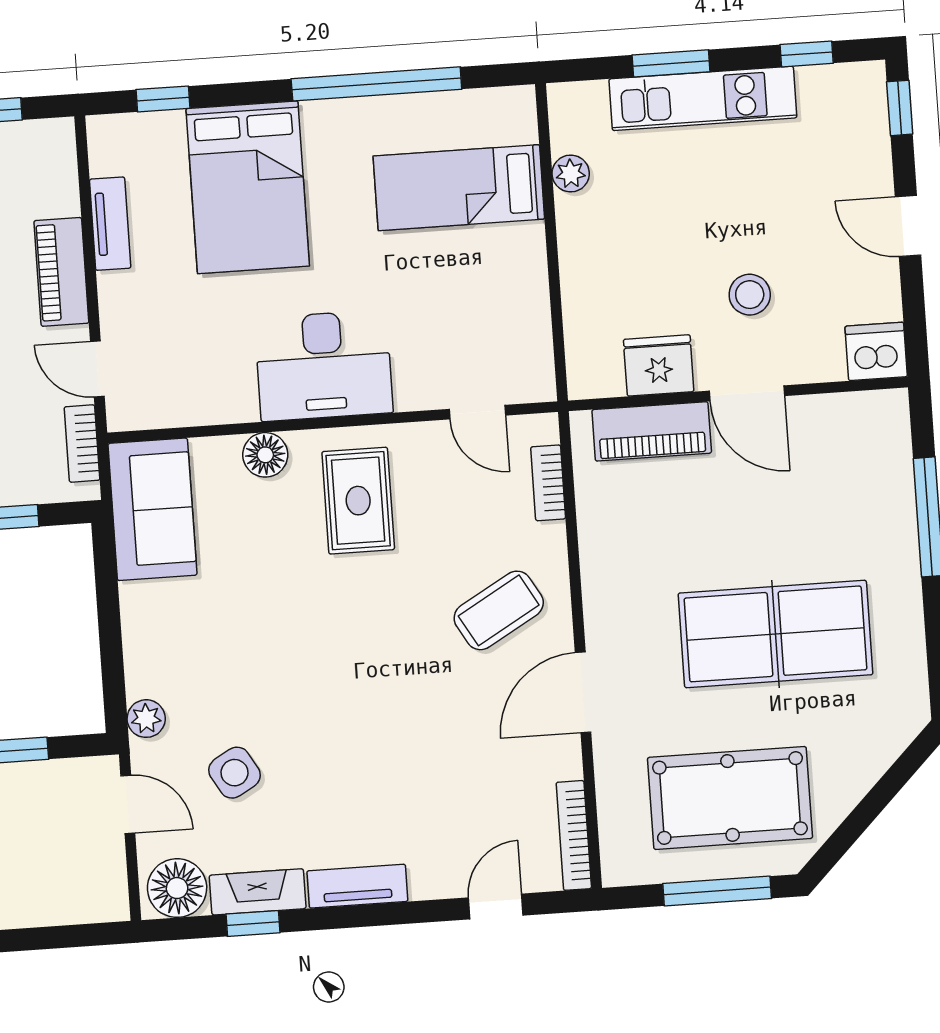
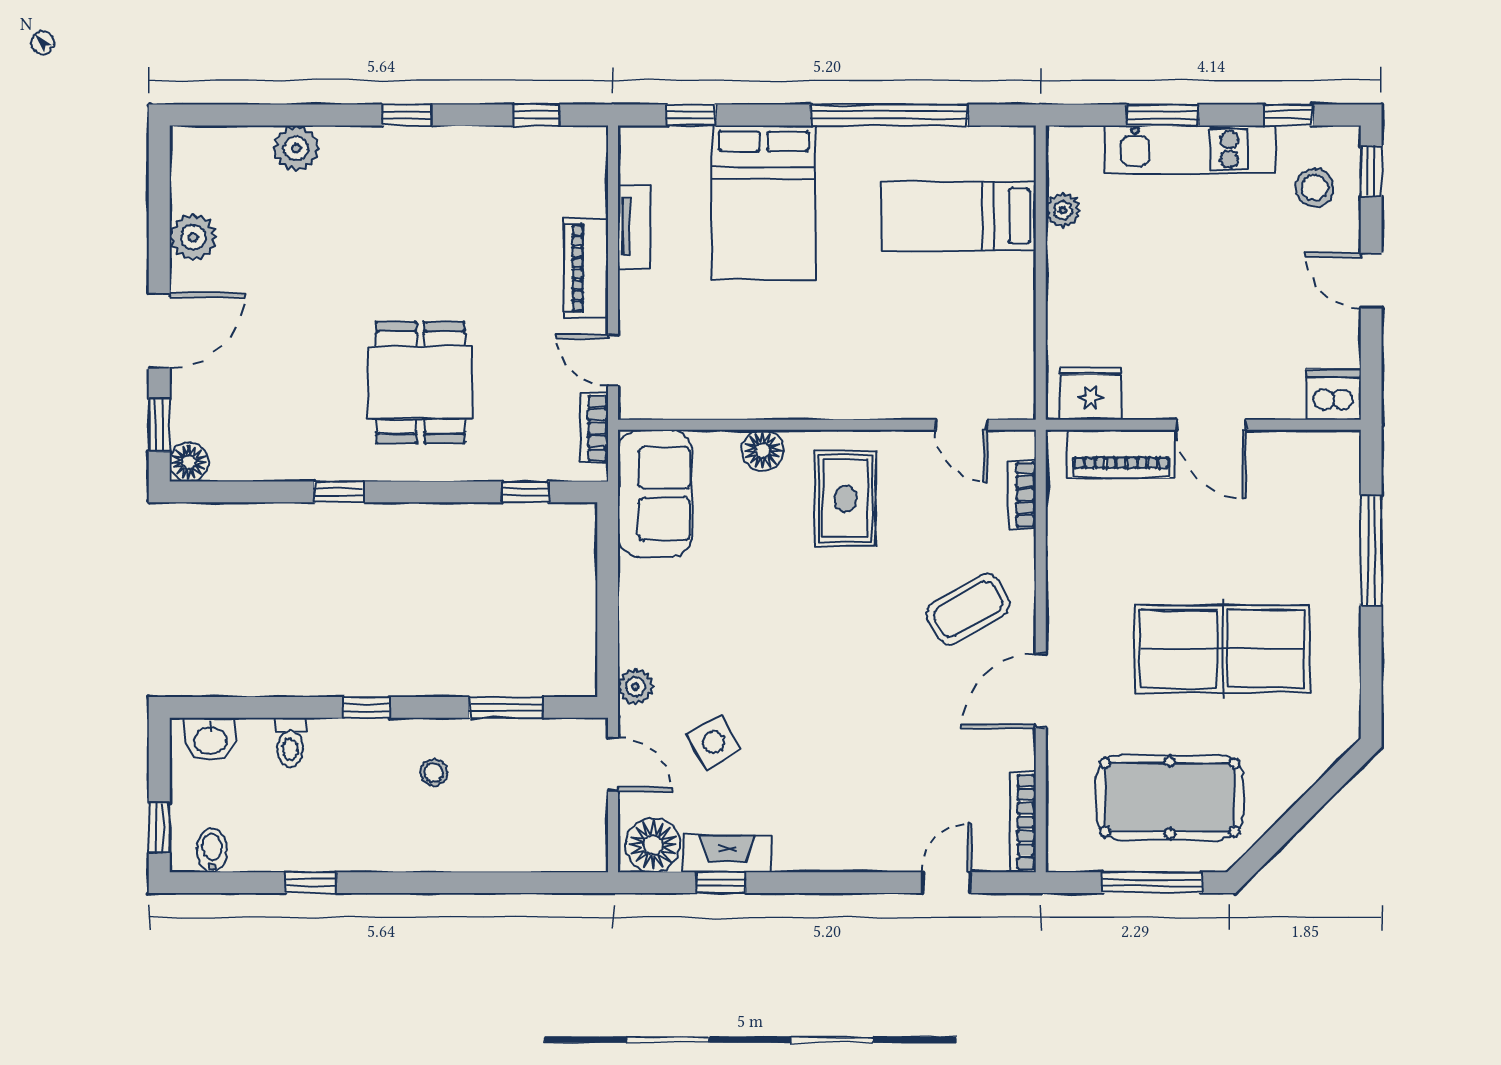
stool: (750, 295) -> (1315, 188), moved
desk: (324, 365) -> (822, 372), removed
fridge: (659, 365) -> (1091, 393), moved
tv unit: (357, 886) -> (820, 855), removed

